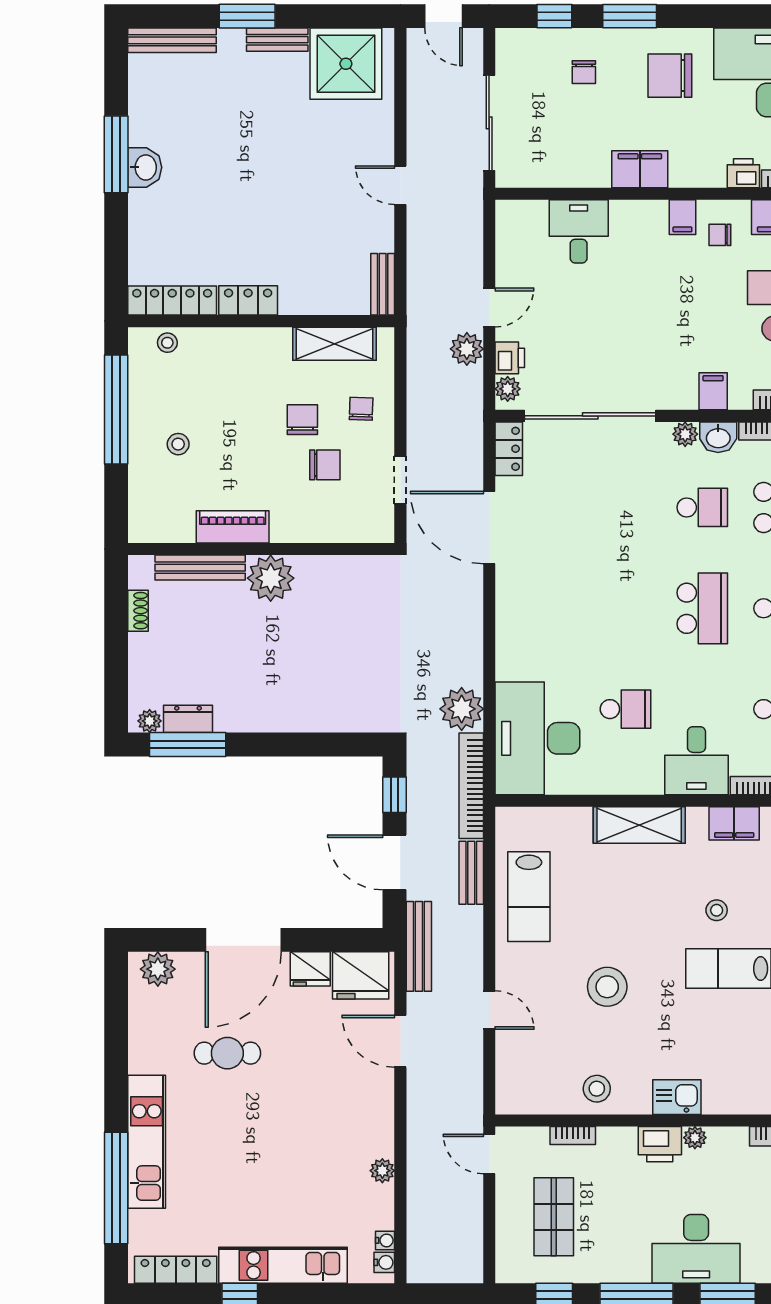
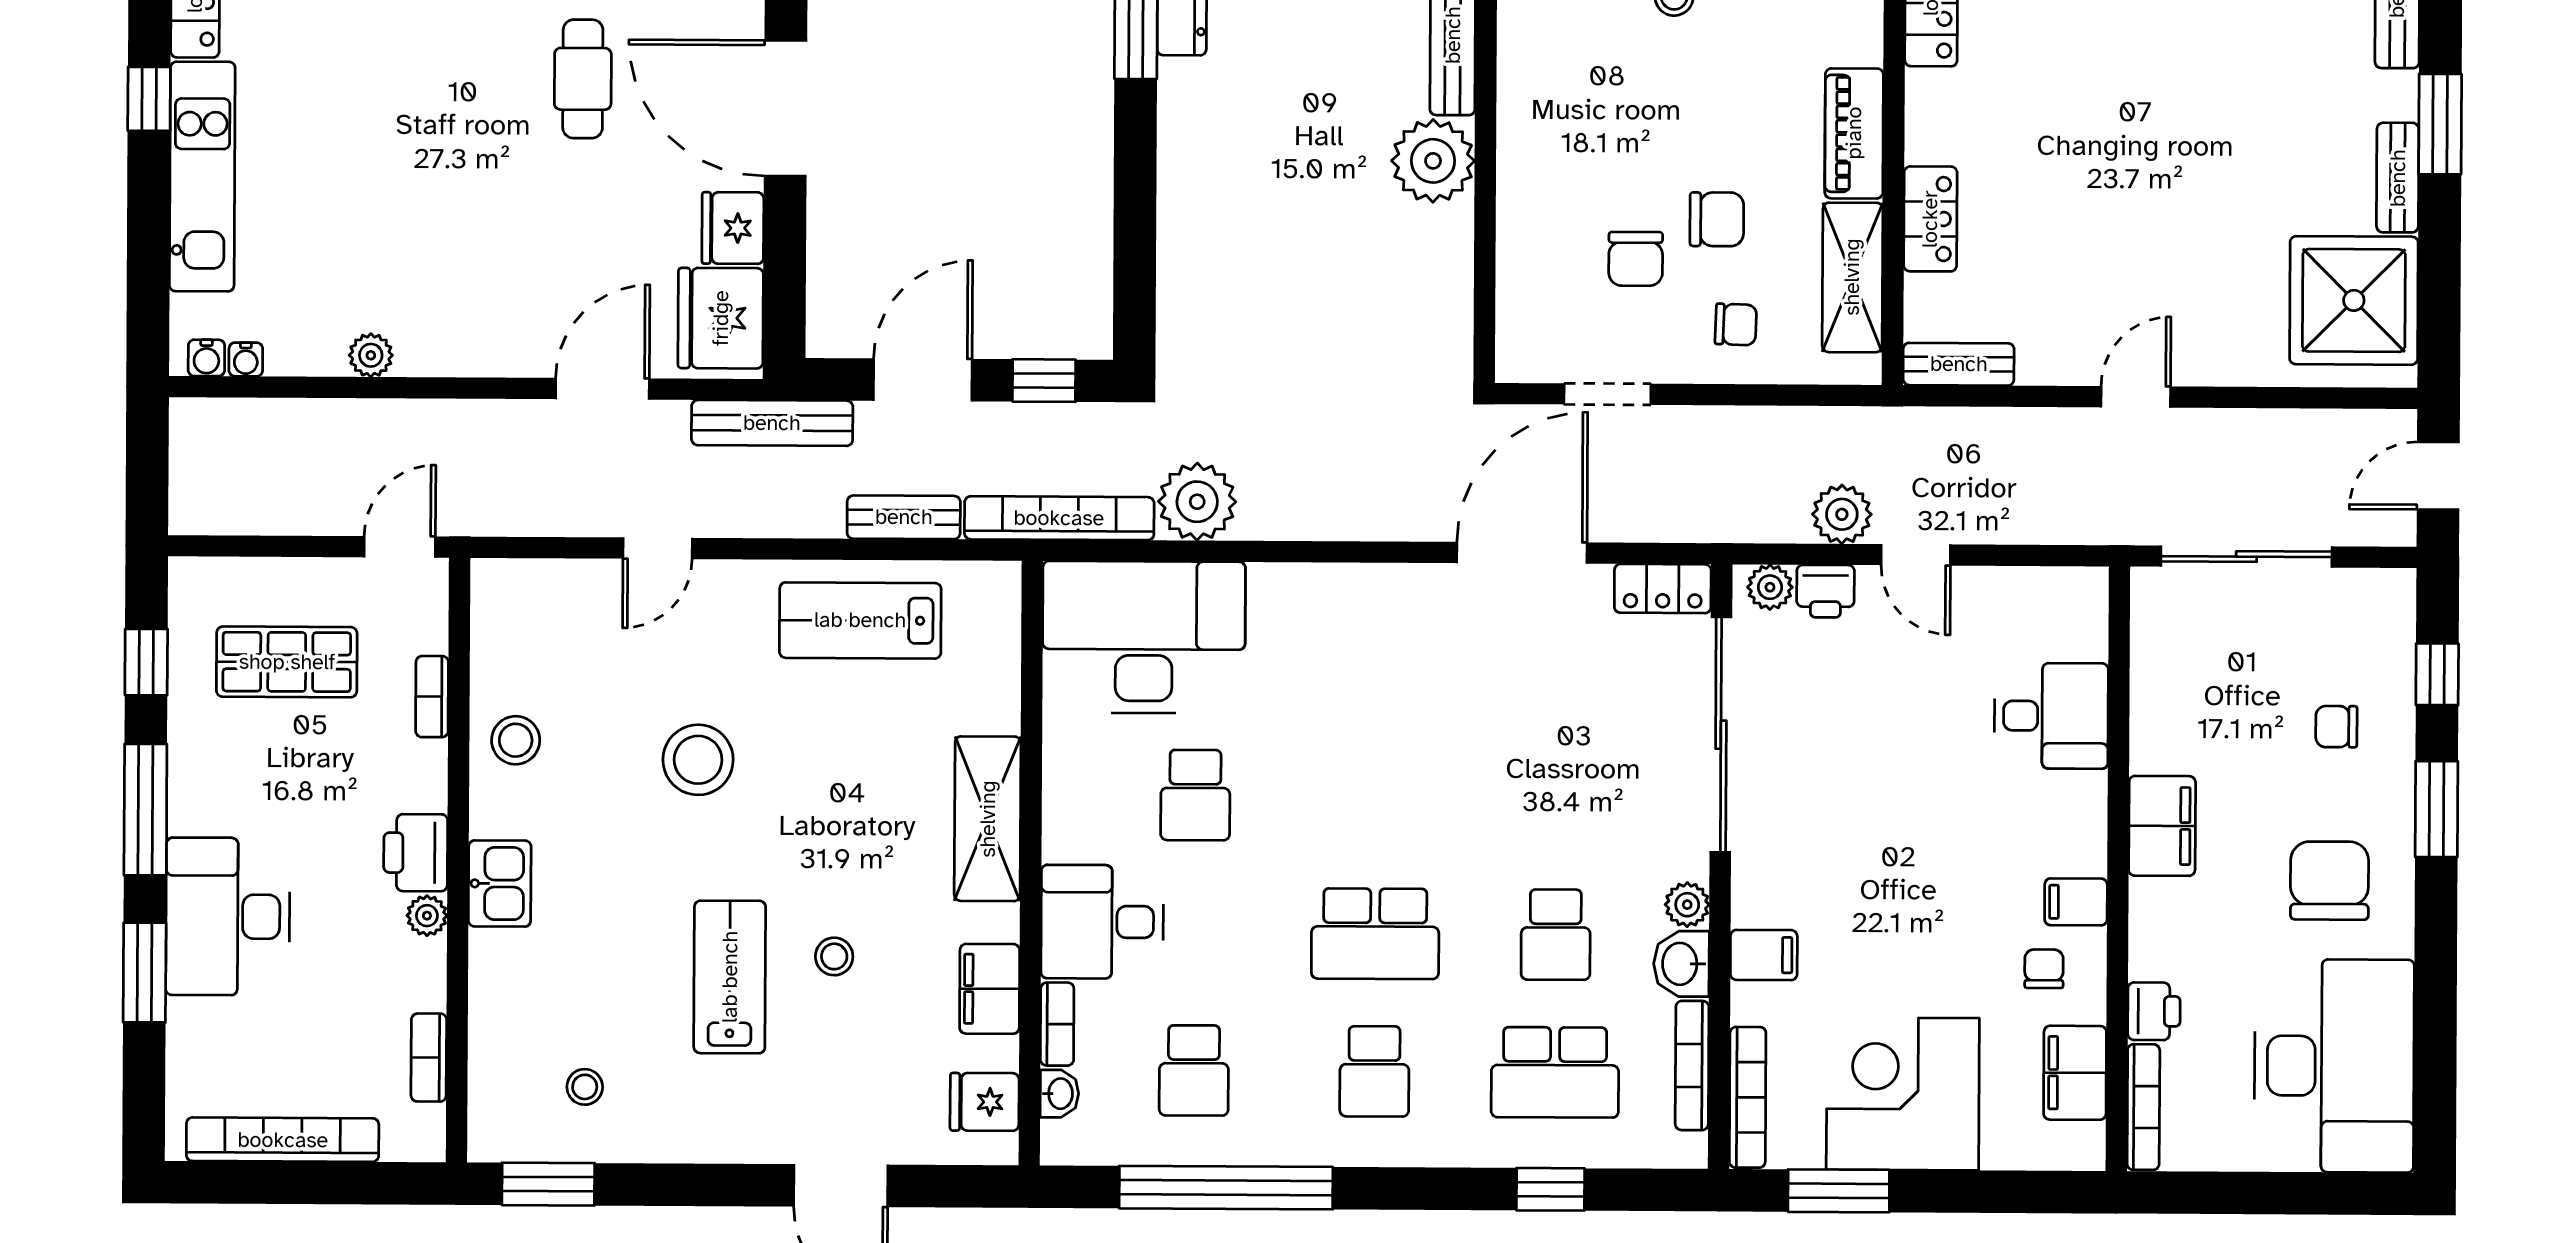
locker: (248, 300) -> (1930, 219), moved
piano: (233, 527) -> (1854, 133), moved, turned 180

